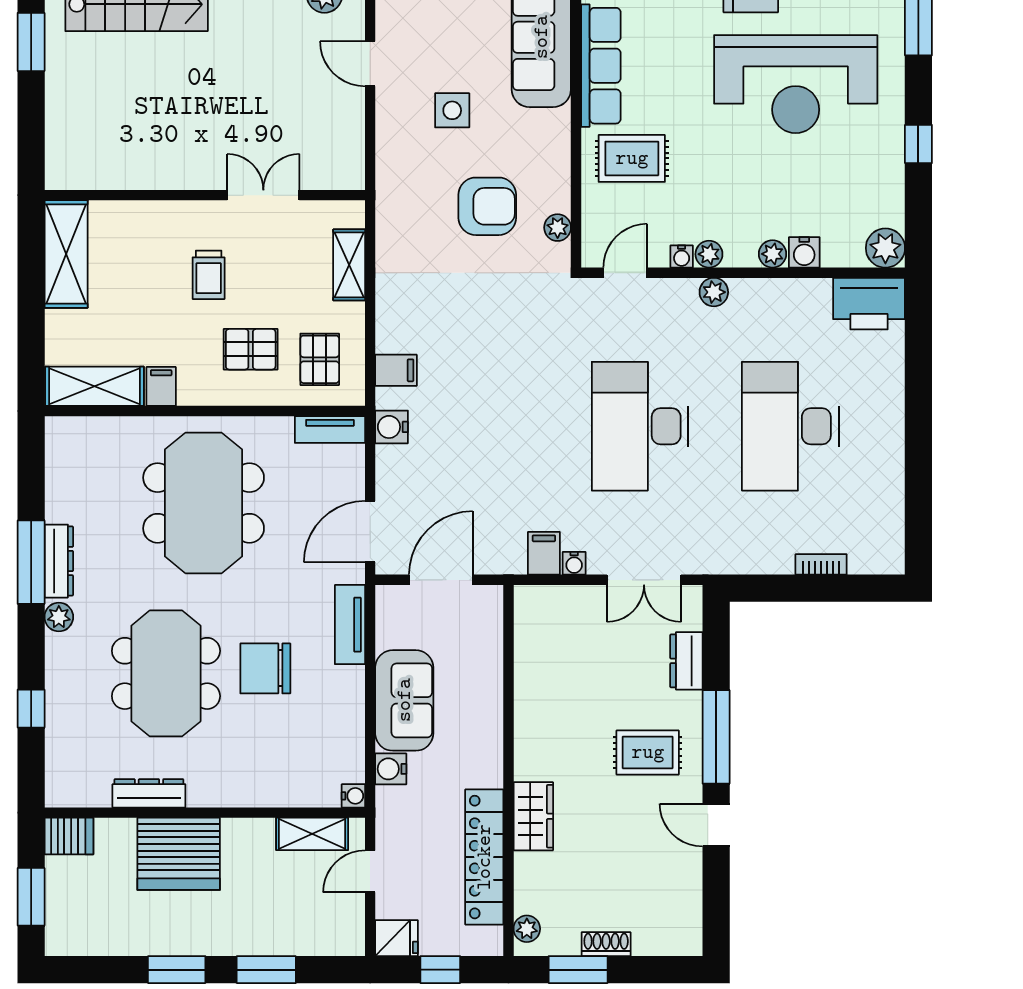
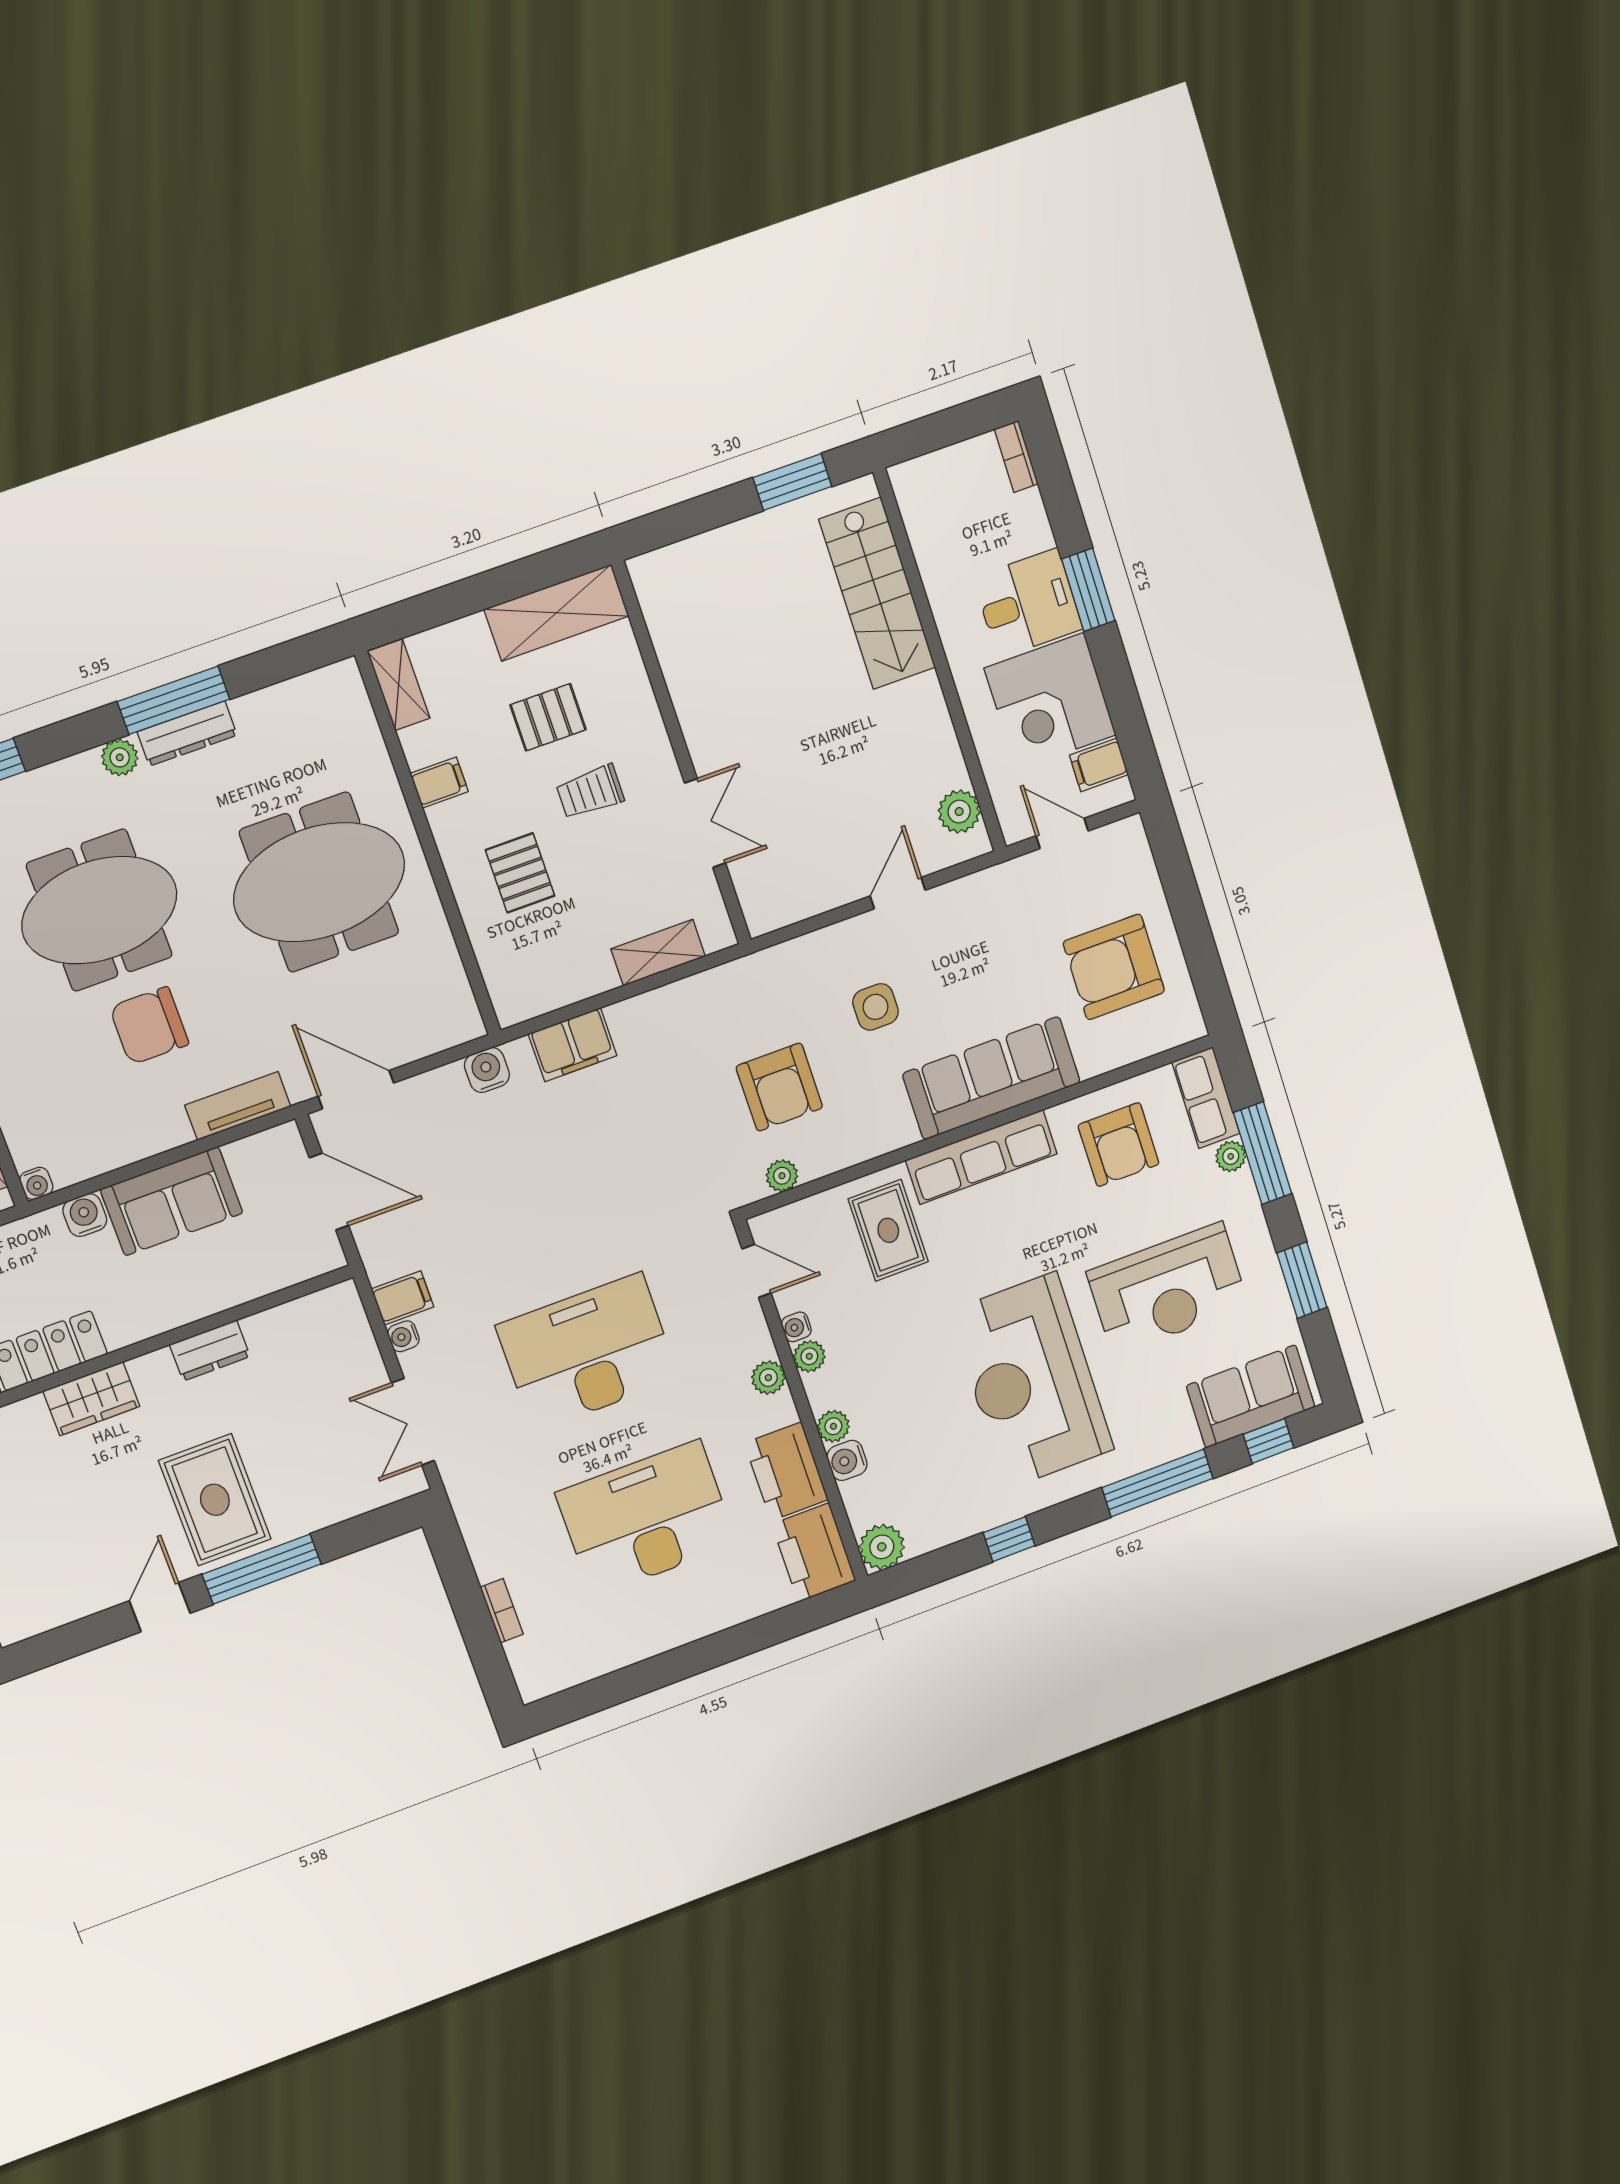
printer: (795, 303) -> (786, 1471), added
pallet: (320, 359) -> (548, 717), moved
filing cabinet: (396, 370) -> (573, 1045), width x2.00
shelving: (94, 386) -> (399, 685), width x0.67, depth x0.75
tv unit: (330, 430) -> (459, 1000), removed
dresser: (686, 661) -> (210, 1351), moved, turned 180
chair: (265, 668) -> (149, 1026), turned -90
rug: (648, 752) -> (215, 1500), width x1.36, depth x1.43

